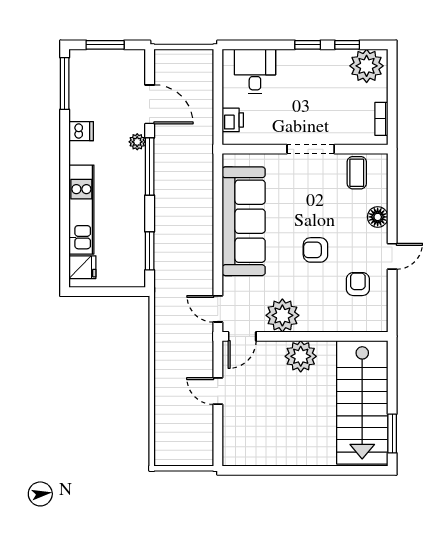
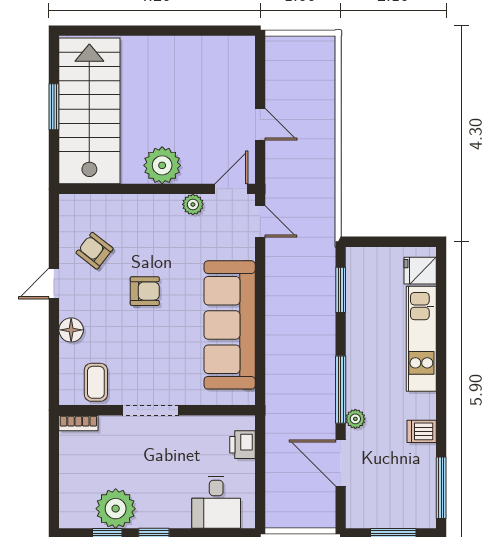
plant: (367, 66) -> (116, 509), moved
bookcase: (381, 119) -> (78, 423), moved, turned 90
armchair: (358, 284) -> (95, 251), turned 128
plant: (282, 315) -> (193, 204), width x0.53, depth x0.53
window: (392, 434) -> (54, 107), moved

